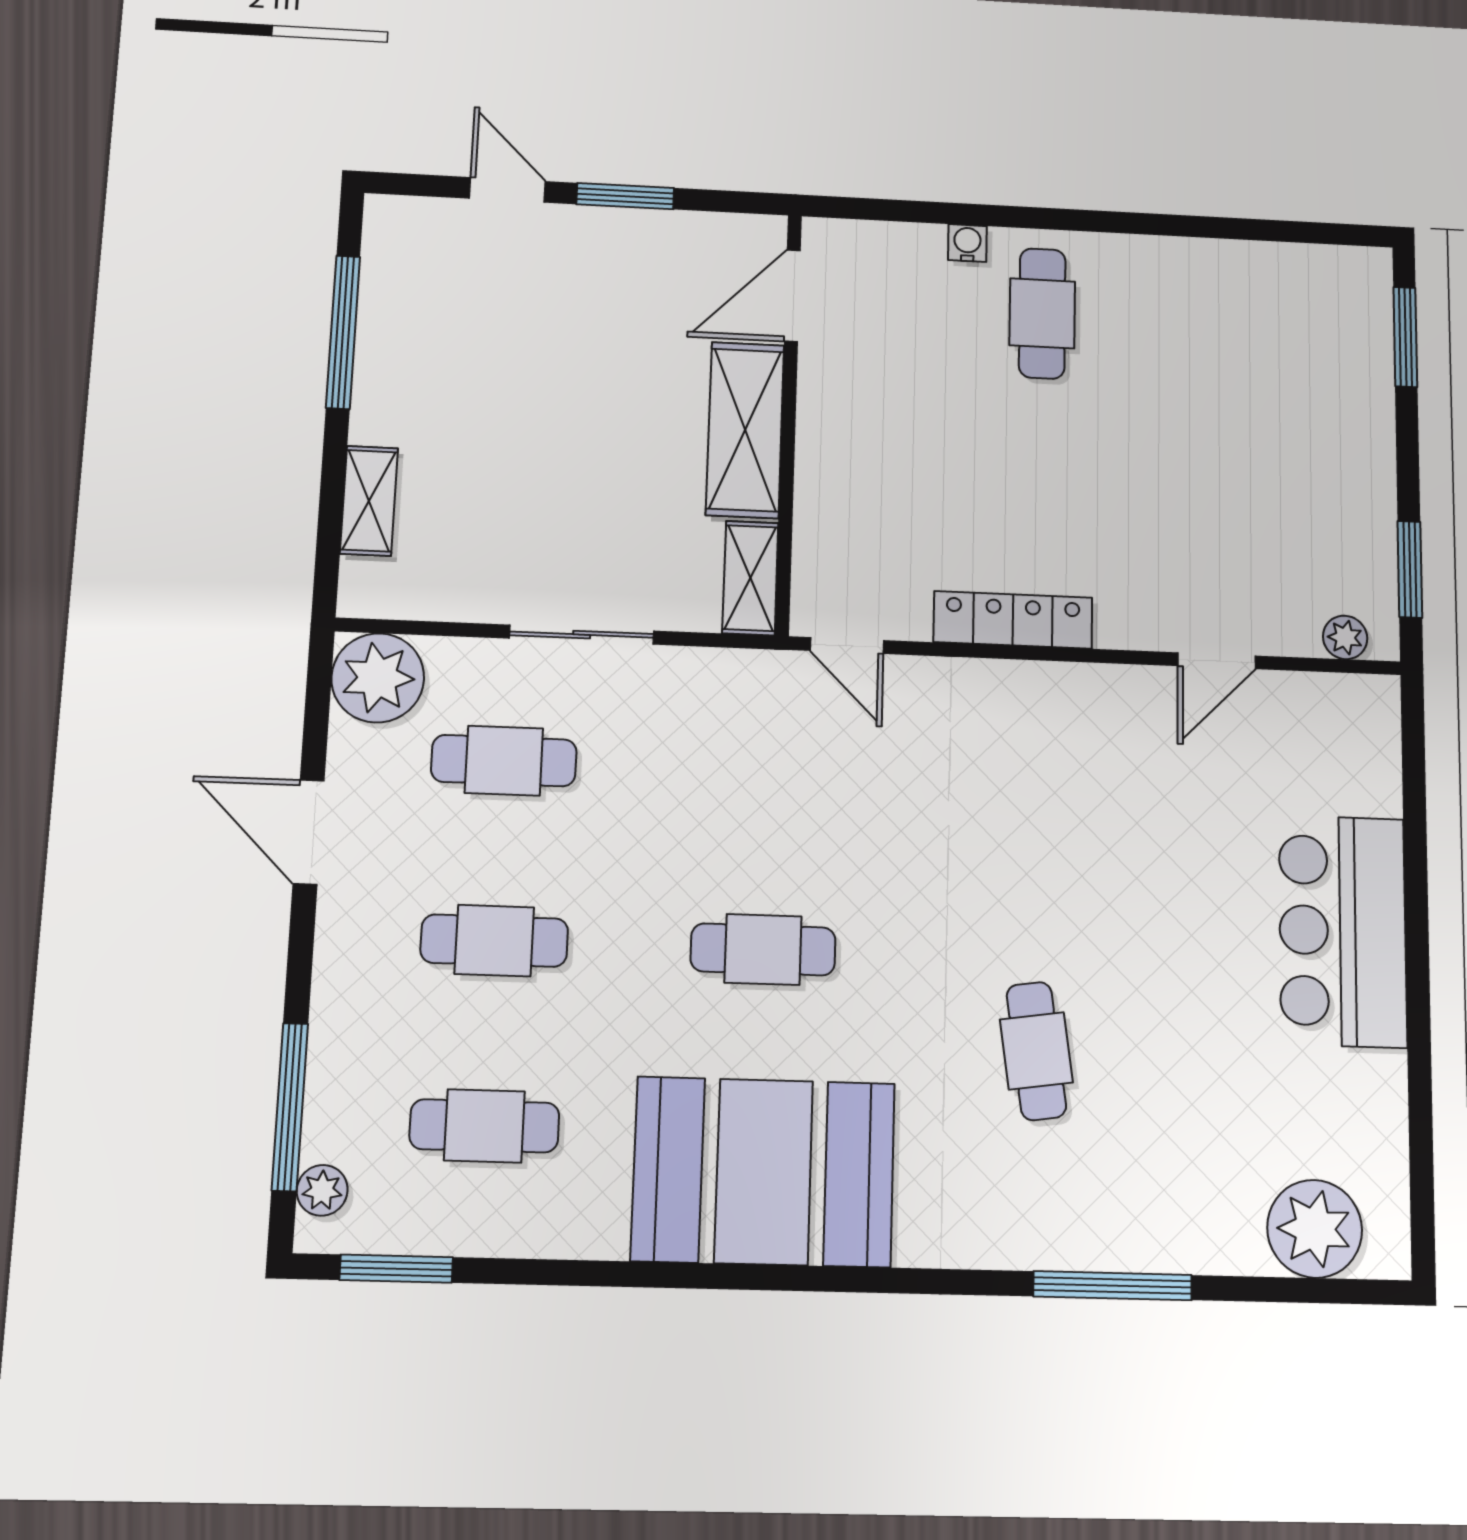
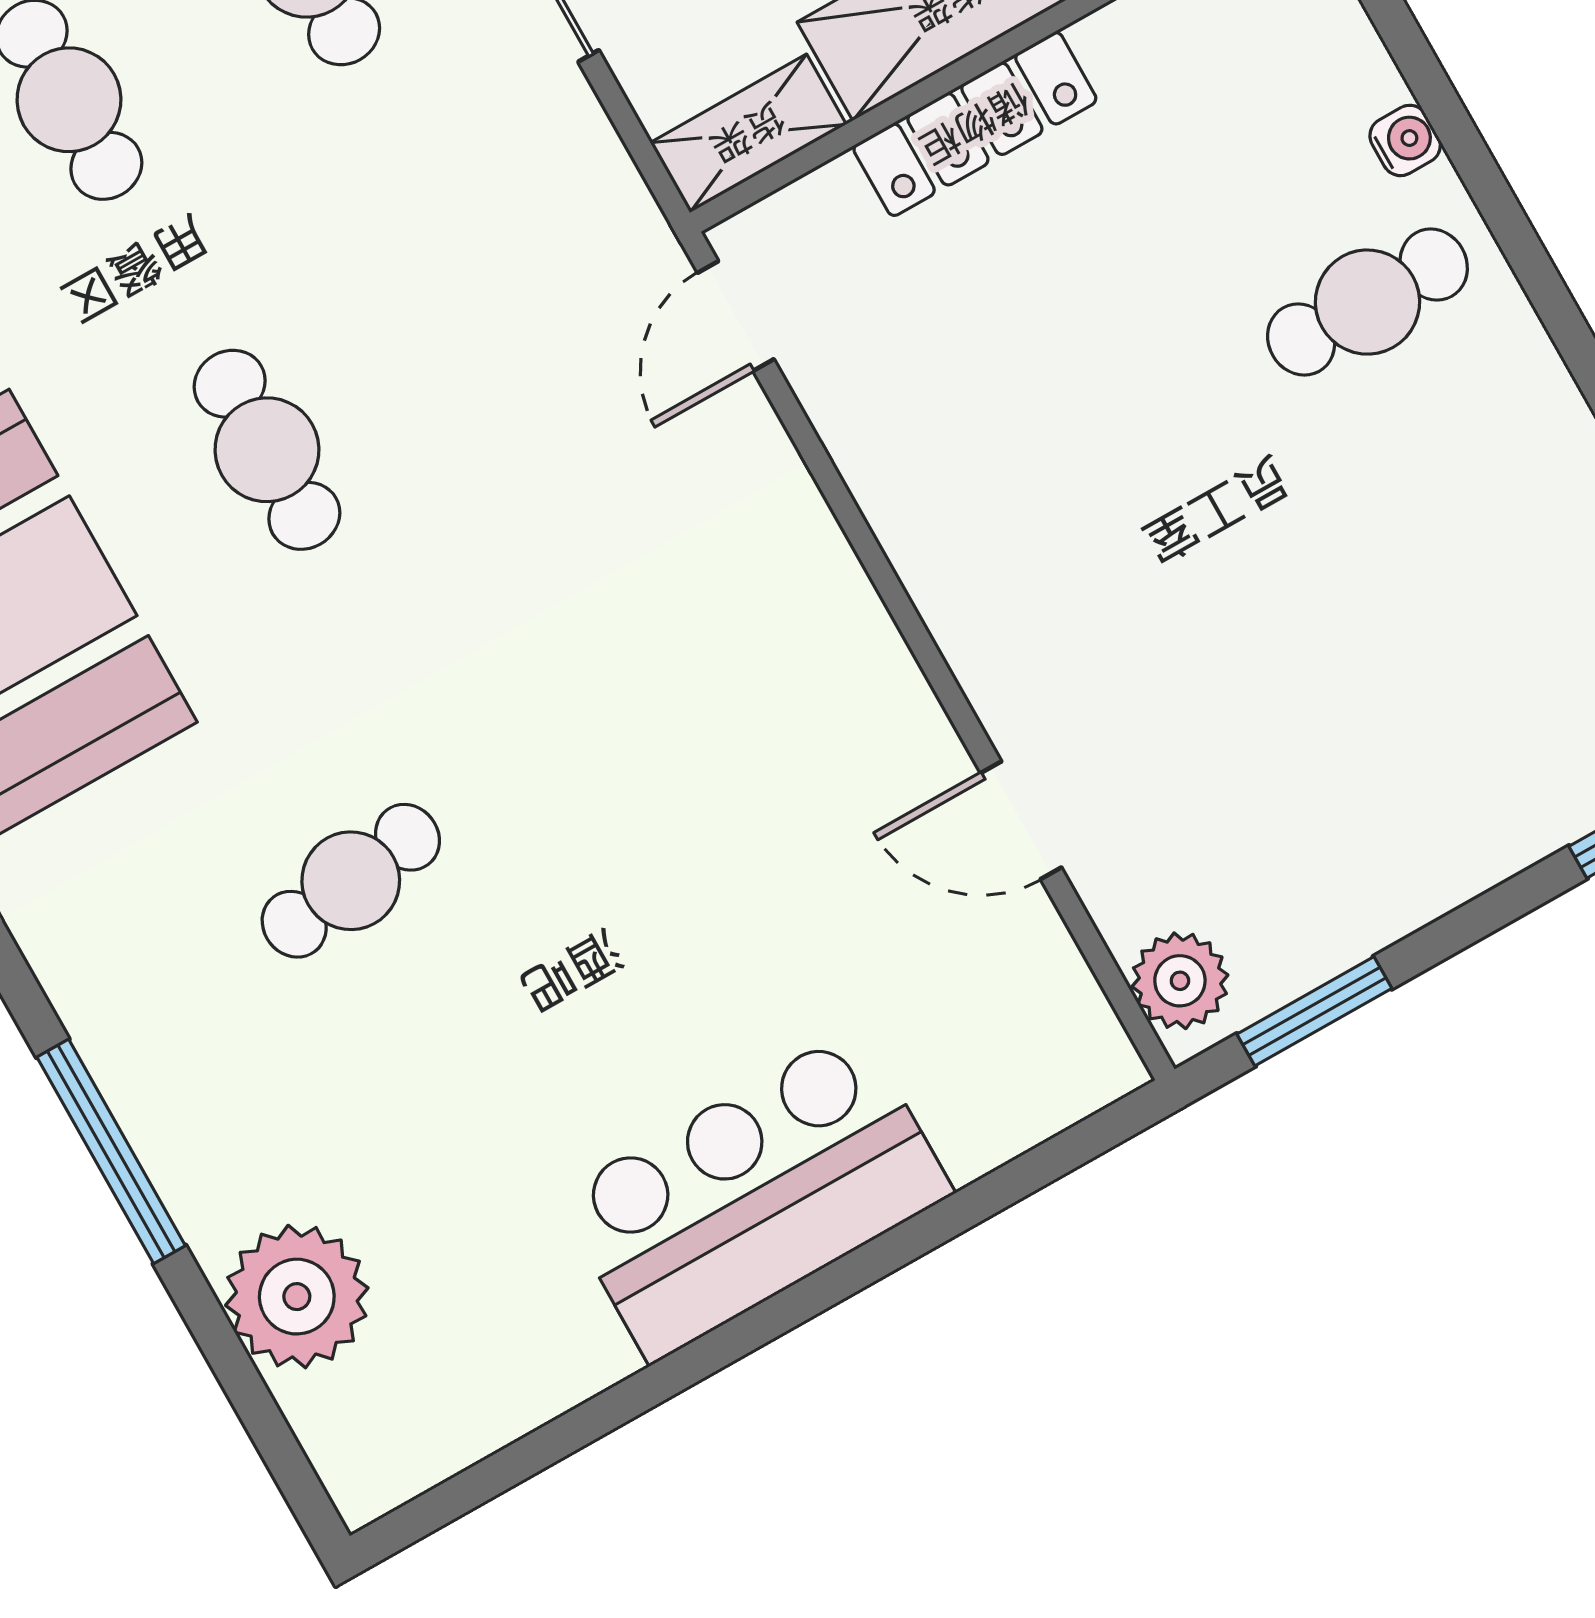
locker: (1013, 620) -> (975, 124), moved, turned 90
plant: (1345, 637) -> (1180, 981), width x1.38, depth x1.38
plant: (1315, 1229) -> (297, 1297), moved

